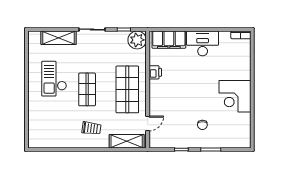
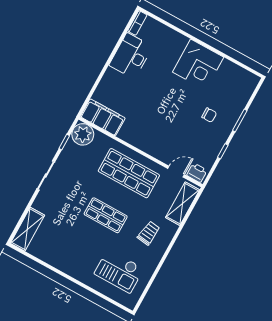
shelving: (59, 38) -> (27, 229), moved
filing cabinet: (169, 40) -> (103, 117), moved, turned -90
desk: (203, 43) -> (131, 56), moved
printer: (155, 72) -> (197, 173), moved
checkout: (54, 79) -> (119, 271), moved
door: (148, 123) -> (176, 172), hinge flipped

